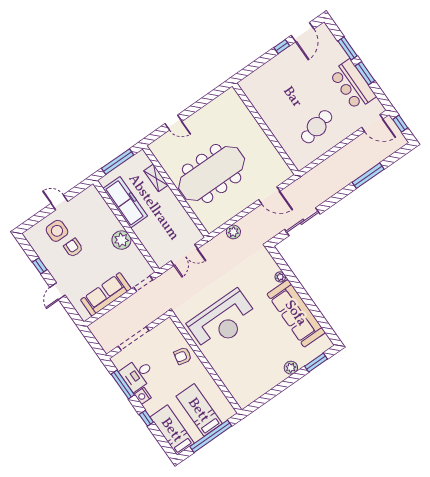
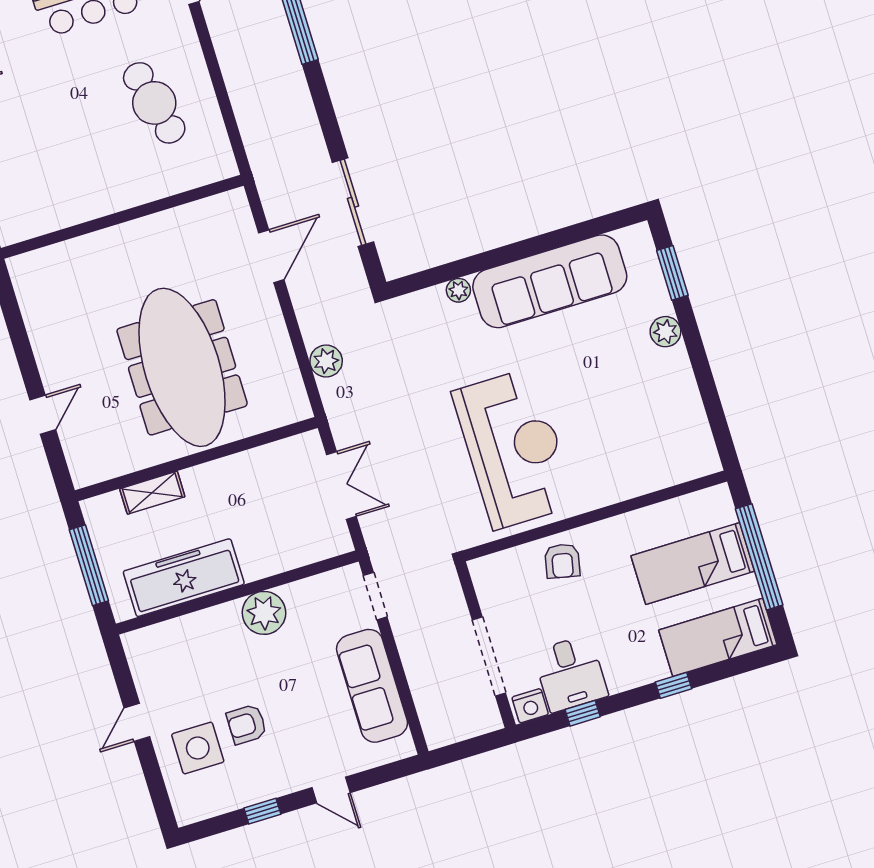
window: (123, 385) -> (583, 713), width x0.46
nightstand: (143, 396) -> (530, 706), moved

